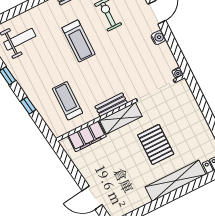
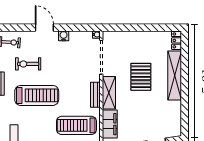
treadmill: (78, 41) -> (37, 95), width x1.37, depth x1.38
treadmill: (67, 101) -> (77, 125), width x1.37, depth x1.37
pallet: (156, 144) -> (141, 77), turned 90

